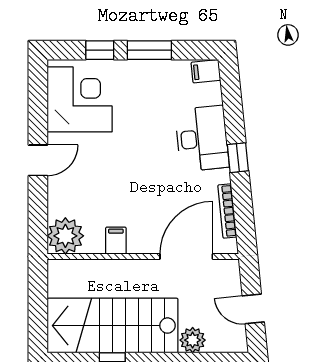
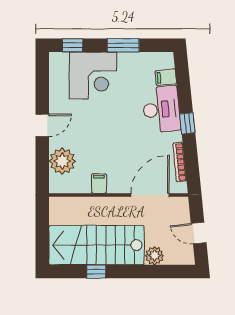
window: (100, 50) -> (73, 45), moved
filing cabinet: (206, 71) -> (166, 77), moved
corner desk: (80, 99) -> (93, 76), moved, turned 90
plant: (65, 236) -> (62, 161), moved

